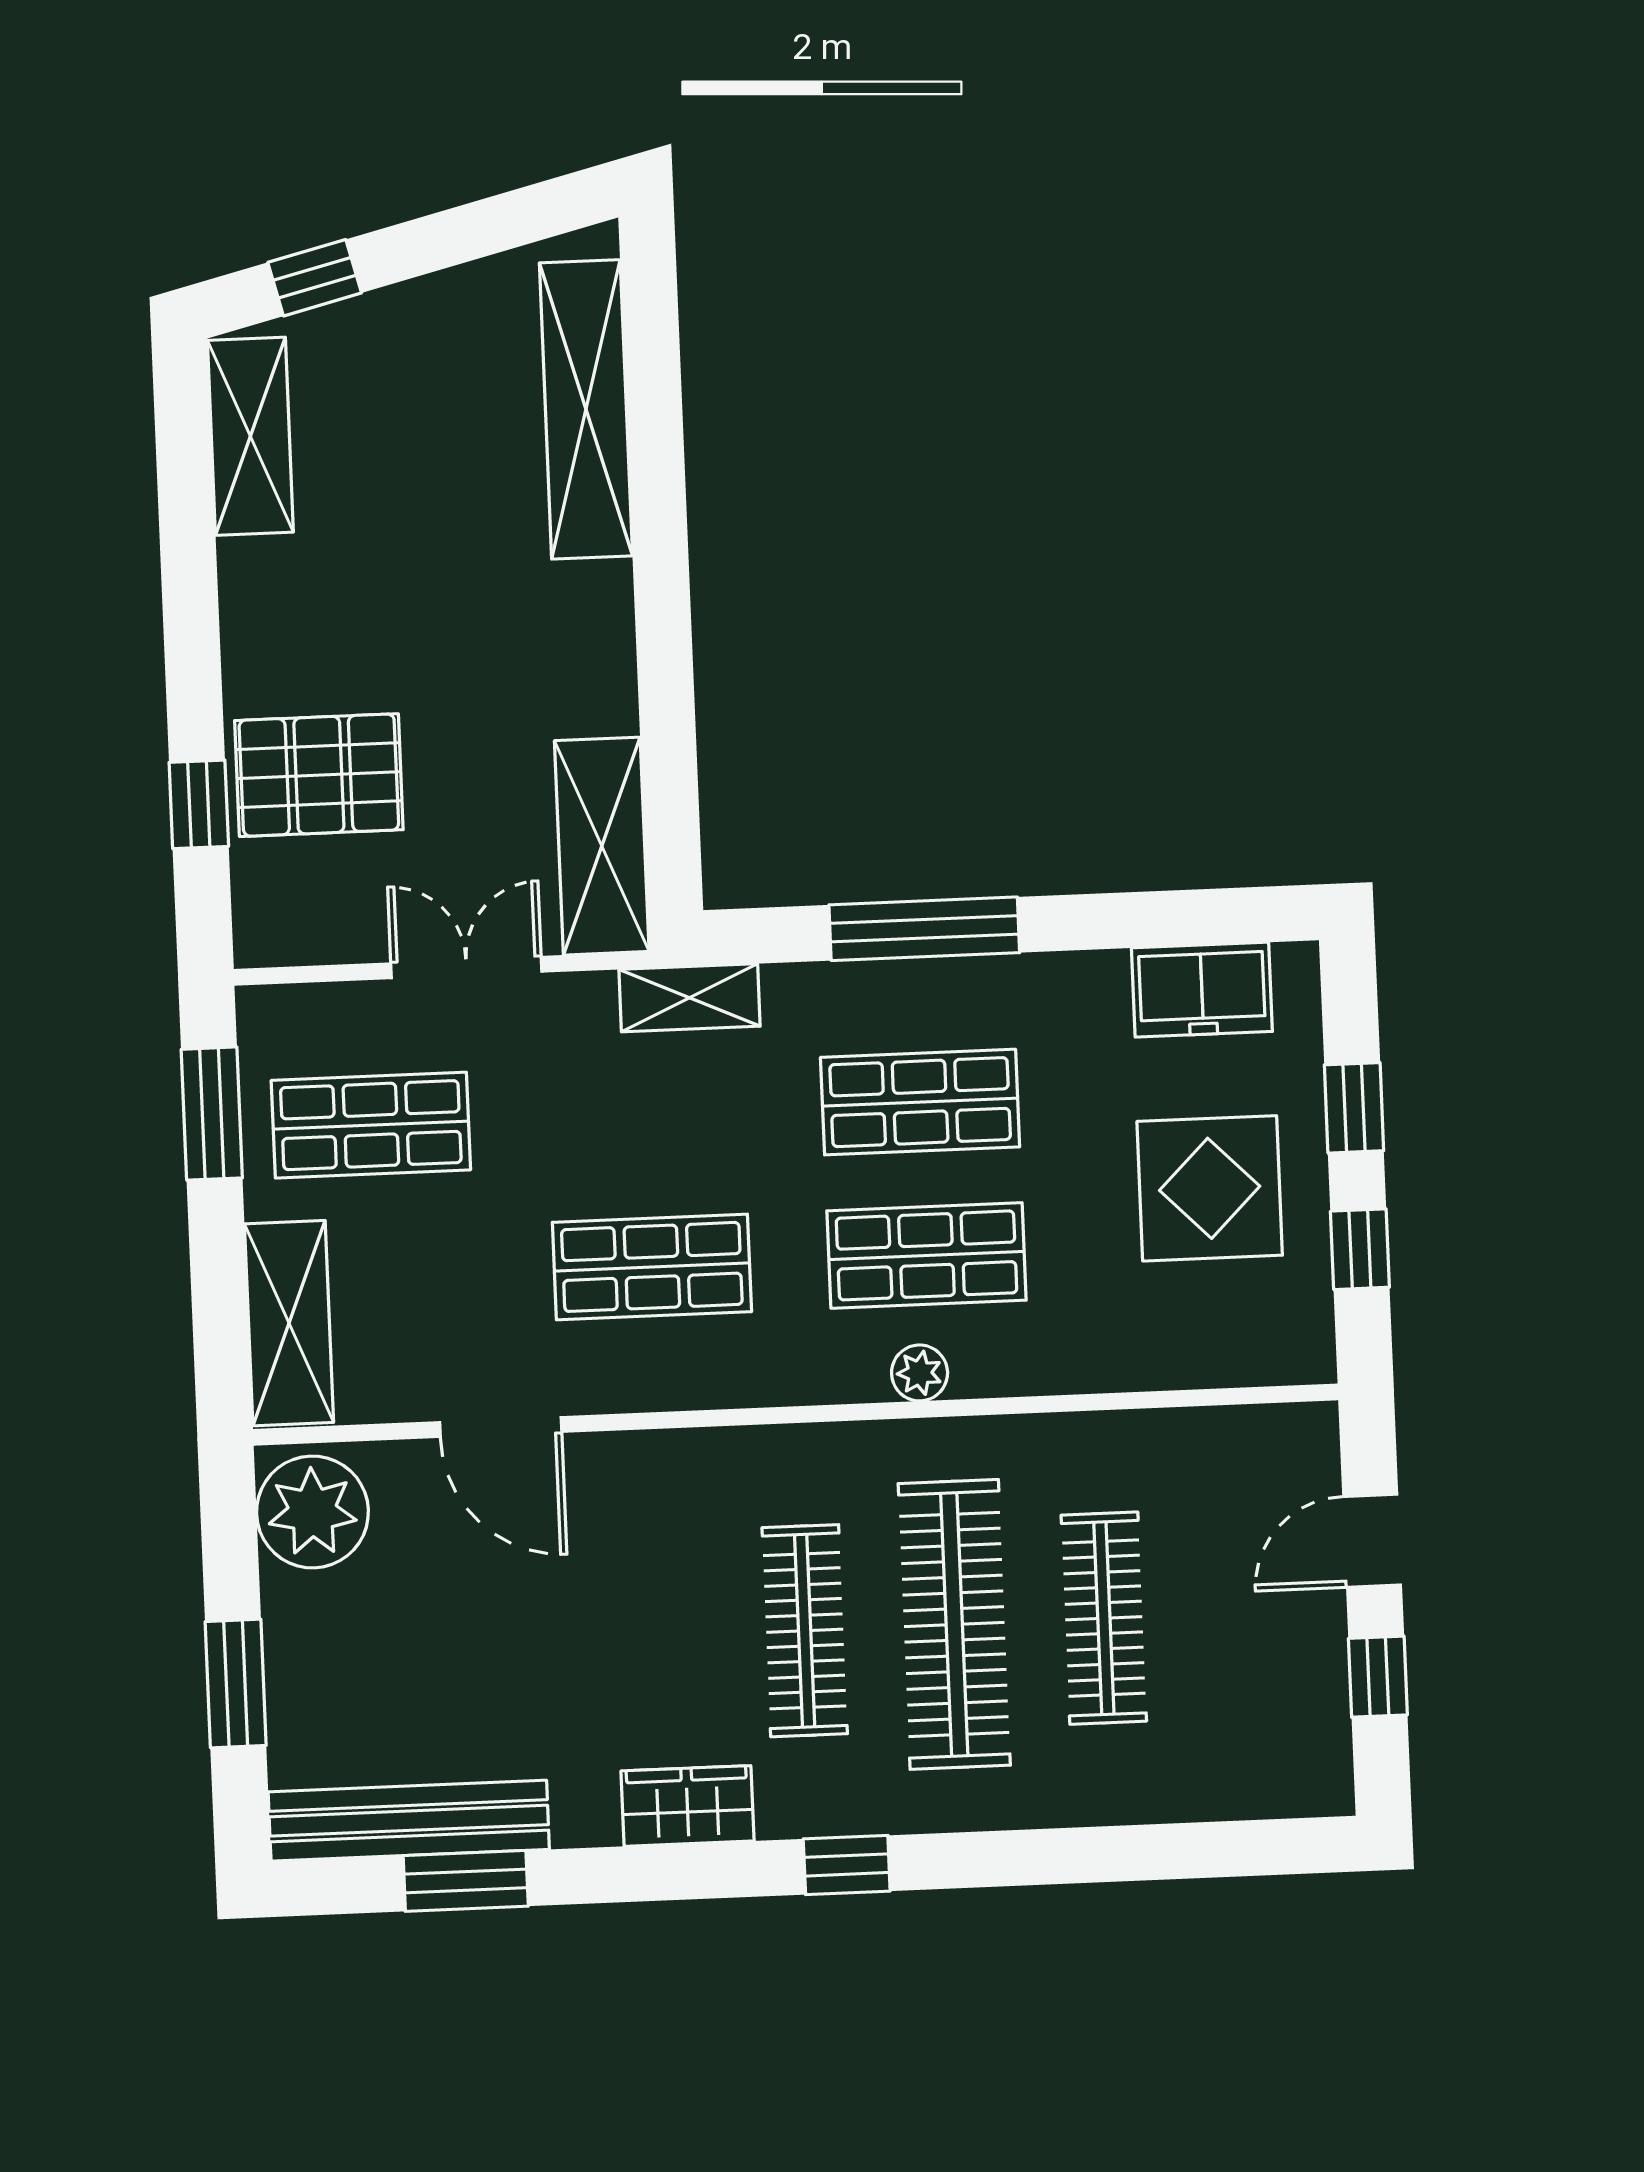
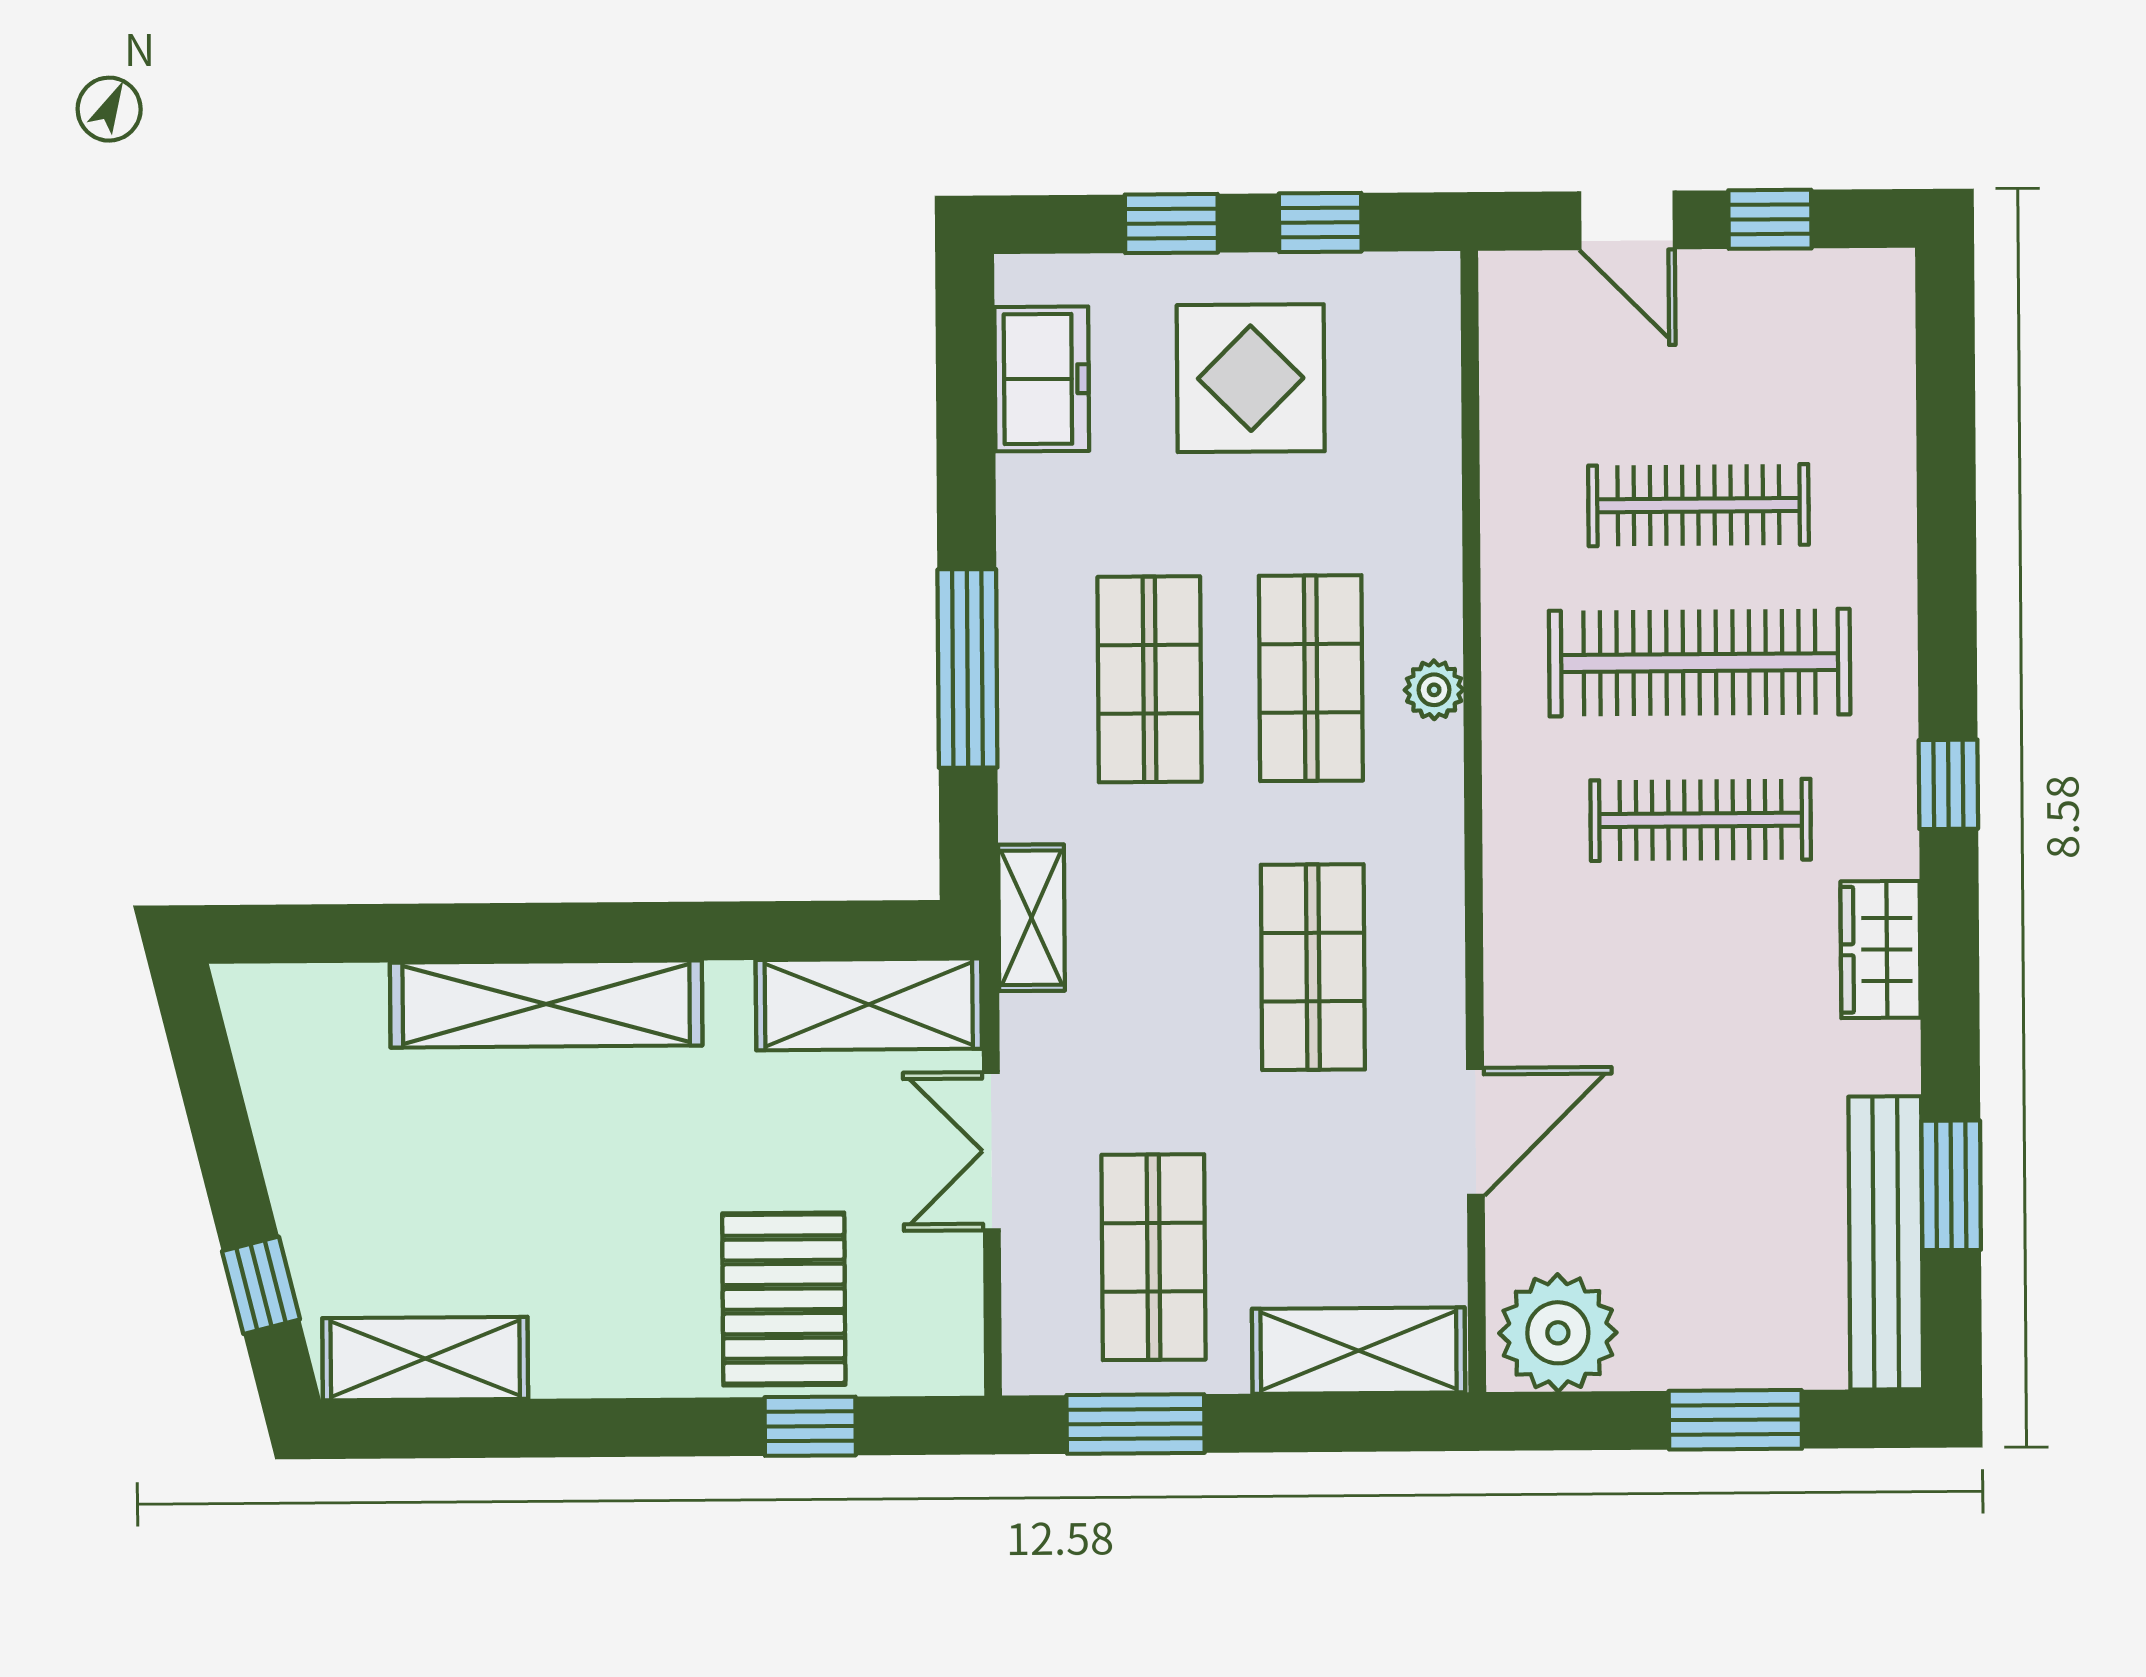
shelving: (586, 409) -> (546, 1004), moved

